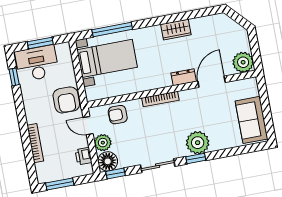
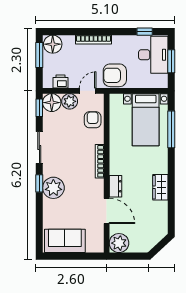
bookcase: (35, 143) -> (94, 40), moved
floor lamp: (46, 172) -> (53, 44), added

